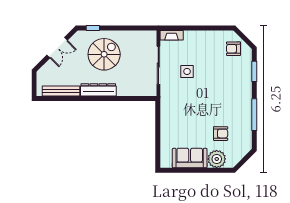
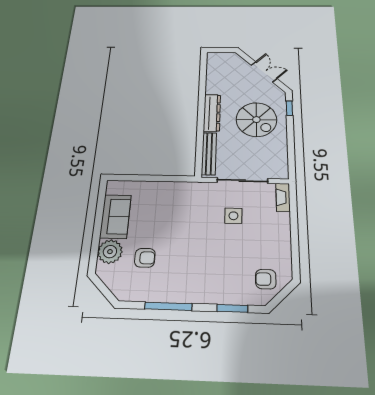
double door: (57, 48) -> (264, 72), swing flipped
armchair: (233, 49) -> (266, 279), turned -90
bench: (61, 91) -> (209, 154), moved
armchair: (221, 134) -> (145, 258), turned -90

